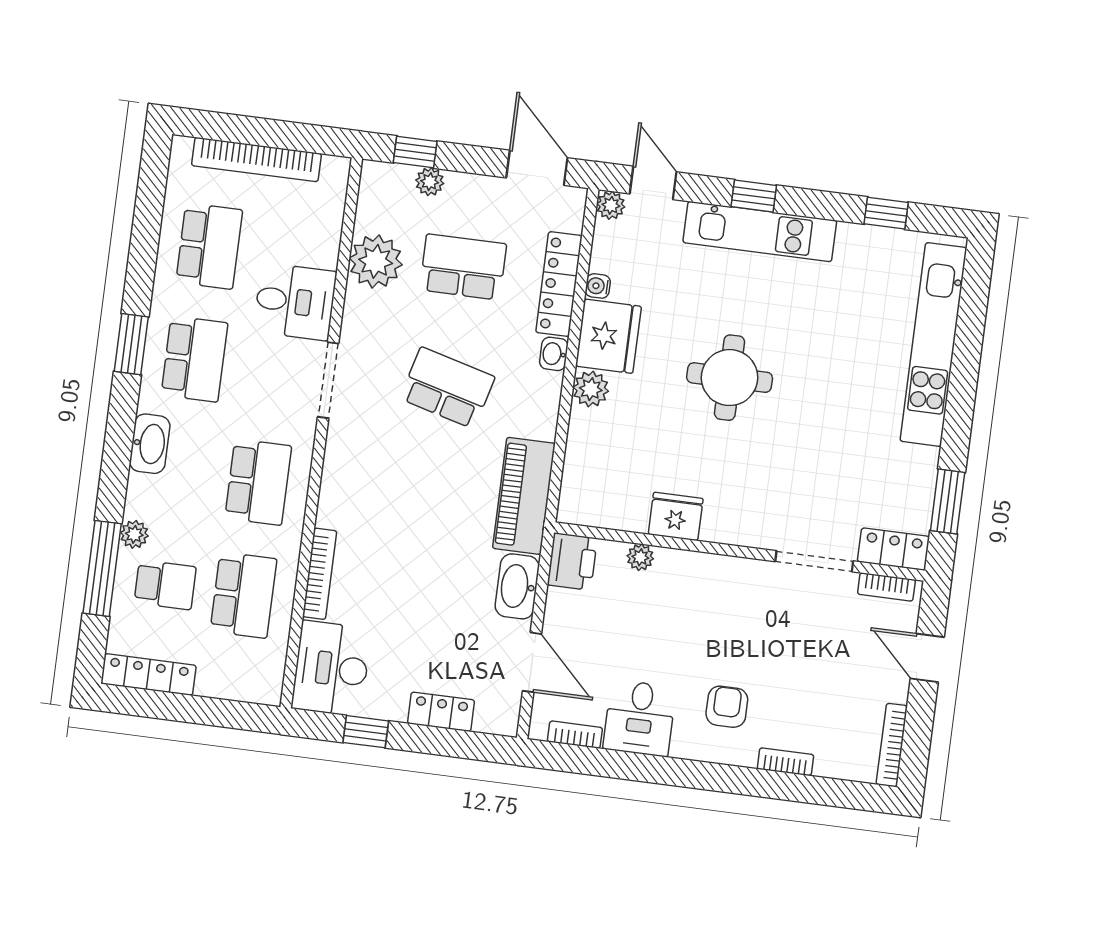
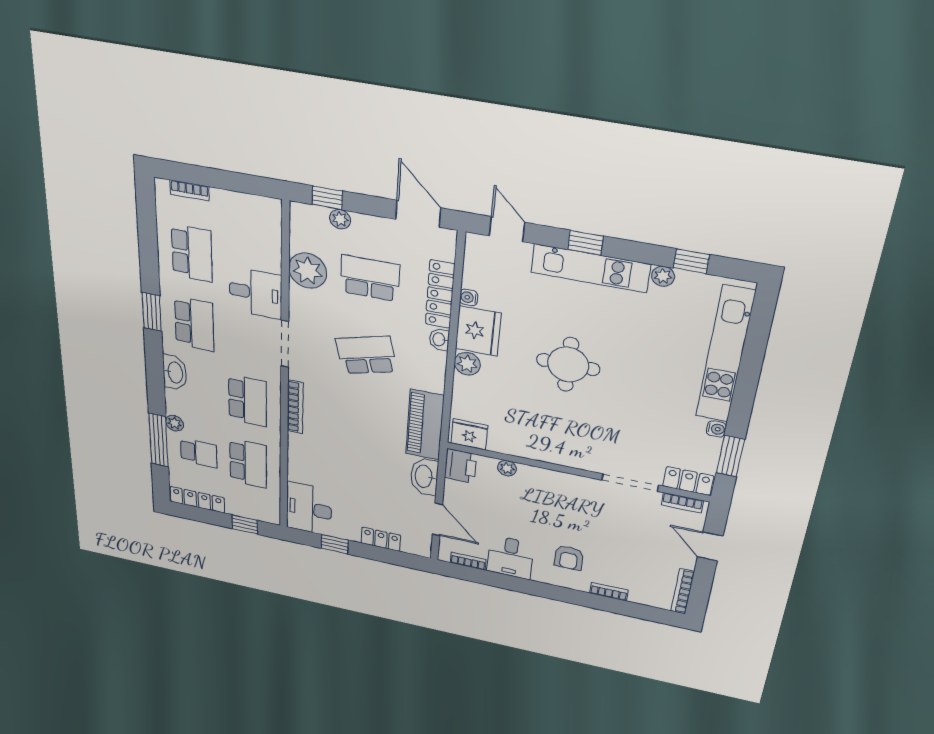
bookcase: (256, 160) -> (189, 190), width x0.43, depth x0.76
plant: (611, 205) -> (663, 276), moved
school desk: (447, 388) -> (366, 355), turned -30
water cooler: (927, 460) -> (716, 429), added
fridge: (676, 517) -> (469, 434), moved
bookcase: (320, 574) -> (295, 407), moved
armchair: (727, 707) -> (569, 558), turned 180
window: (221, 713) -> (245, 525), added

